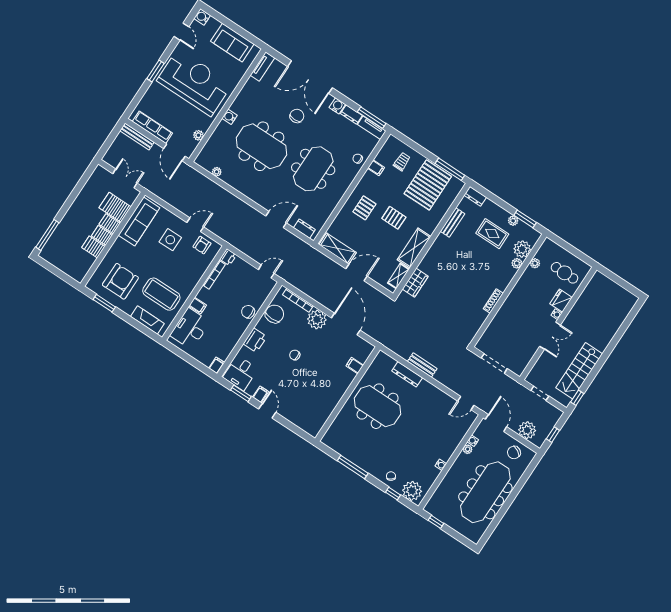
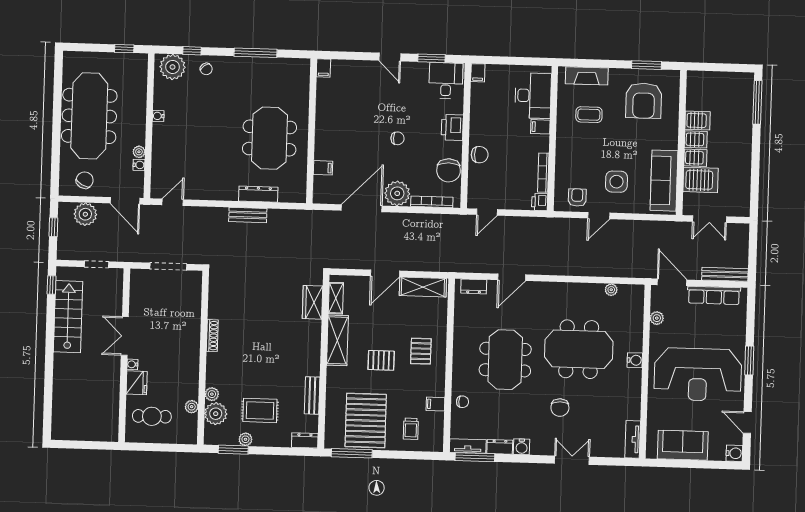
double door: (310, 77) -> (572, 460), width x0.54
coffee table: (161, 294) -> (589, 115), width x0.54, depth x0.58
door: (346, 324) -> (362, 208), swing flipped
filing cabinet: (261, 394) -> (323, 68), moved
meeting table: (378, 406) -> (270, 138), turned 90

